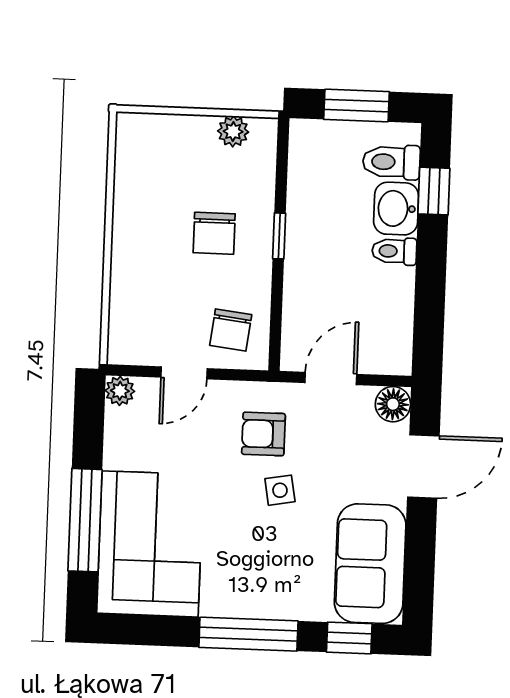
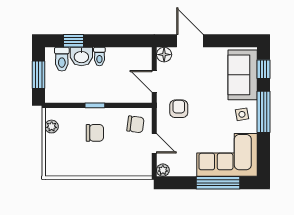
armchair: (263, 434) -> (179, 109), turned 180
side table: (280, 490) -> (242, 114), moved
sofa: (370, 564) -> (243, 75), moved, turned 90

